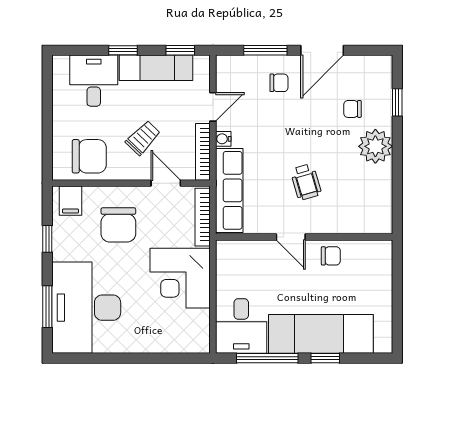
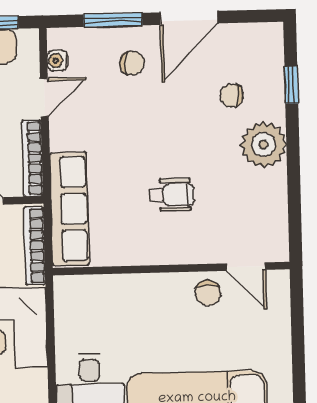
water cooler: (223, 139) -> (57, 60), moved
wheelchair: (306, 182) -> (172, 195), turned -74
door: (291, 237) -> (246, 267), moved
chair: (331, 256) -> (208, 293), turned 90

